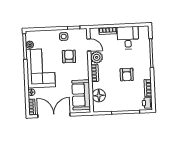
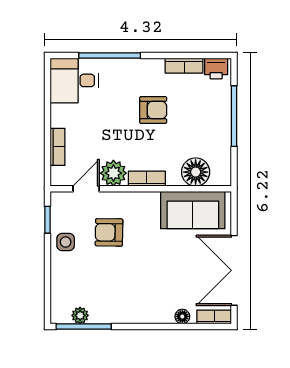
desk: (128, 38) -> (74, 80), moved
corner sofa: (41, 68) -> (132, 294), removed

